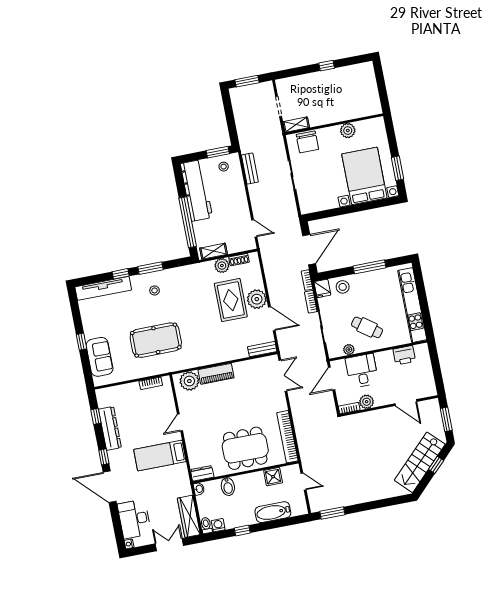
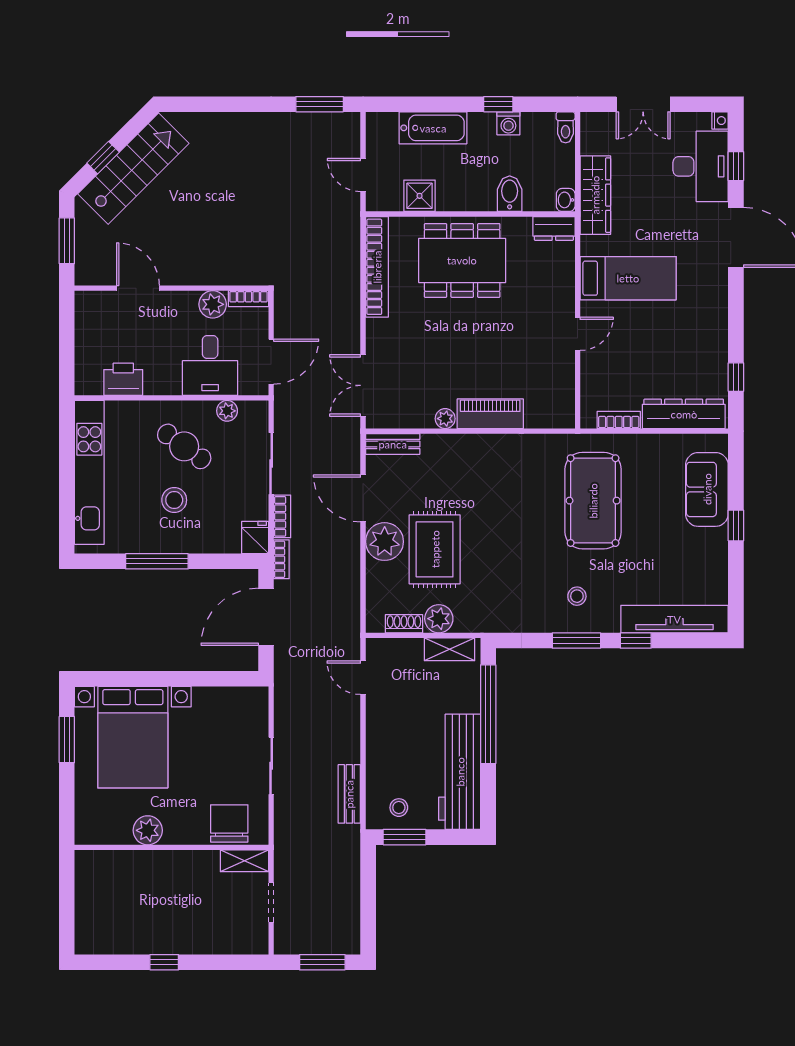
stool: (343, 287) -> (174, 500), moved
pool table: (156, 340) -> (593, 501), turned 90
plant: (189, 381) -> (445, 419), moved, width x0.53, depth x0.53
dresser: (110, 428) -> (684, 414), moved, turned 90
window: (104, 457) -> (736, 166), moved
wardrobe: (189, 516) -> (595, 195), moved
washing machine: (218, 525) -> (508, 123), moved

